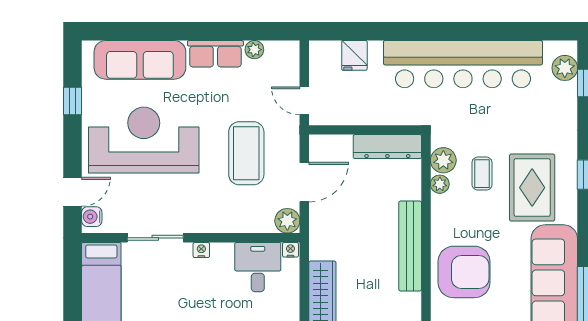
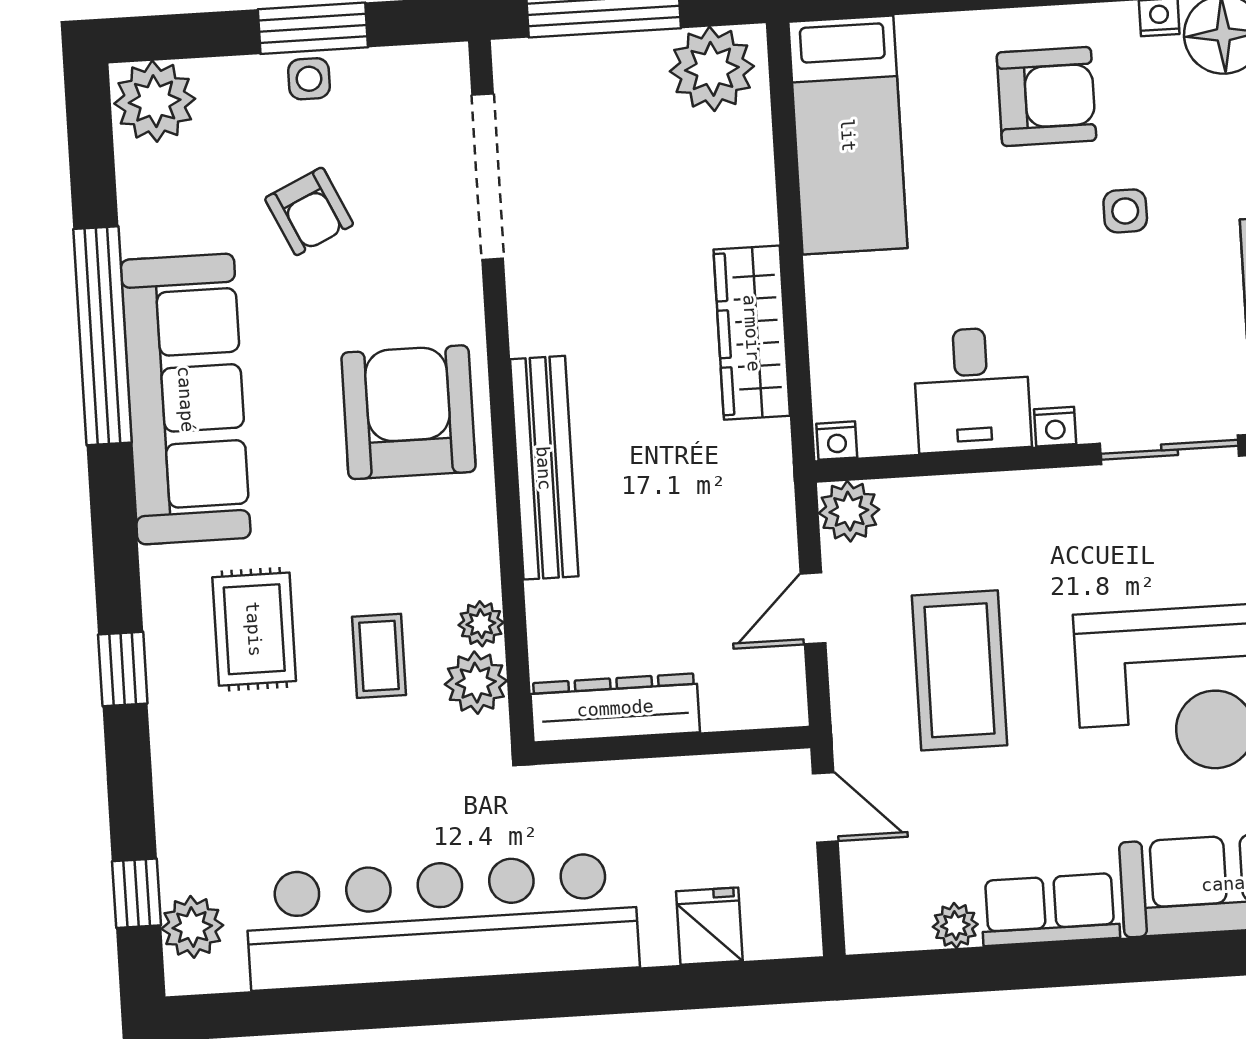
door: (304, 182) -> (813, 608), width x0.73
rug: (532, 188) -> (254, 629), width x0.73, depth x0.70
desk: (258, 267) -> (972, 390), moved
armchair: (464, 272) -> (408, 412), turned 90

